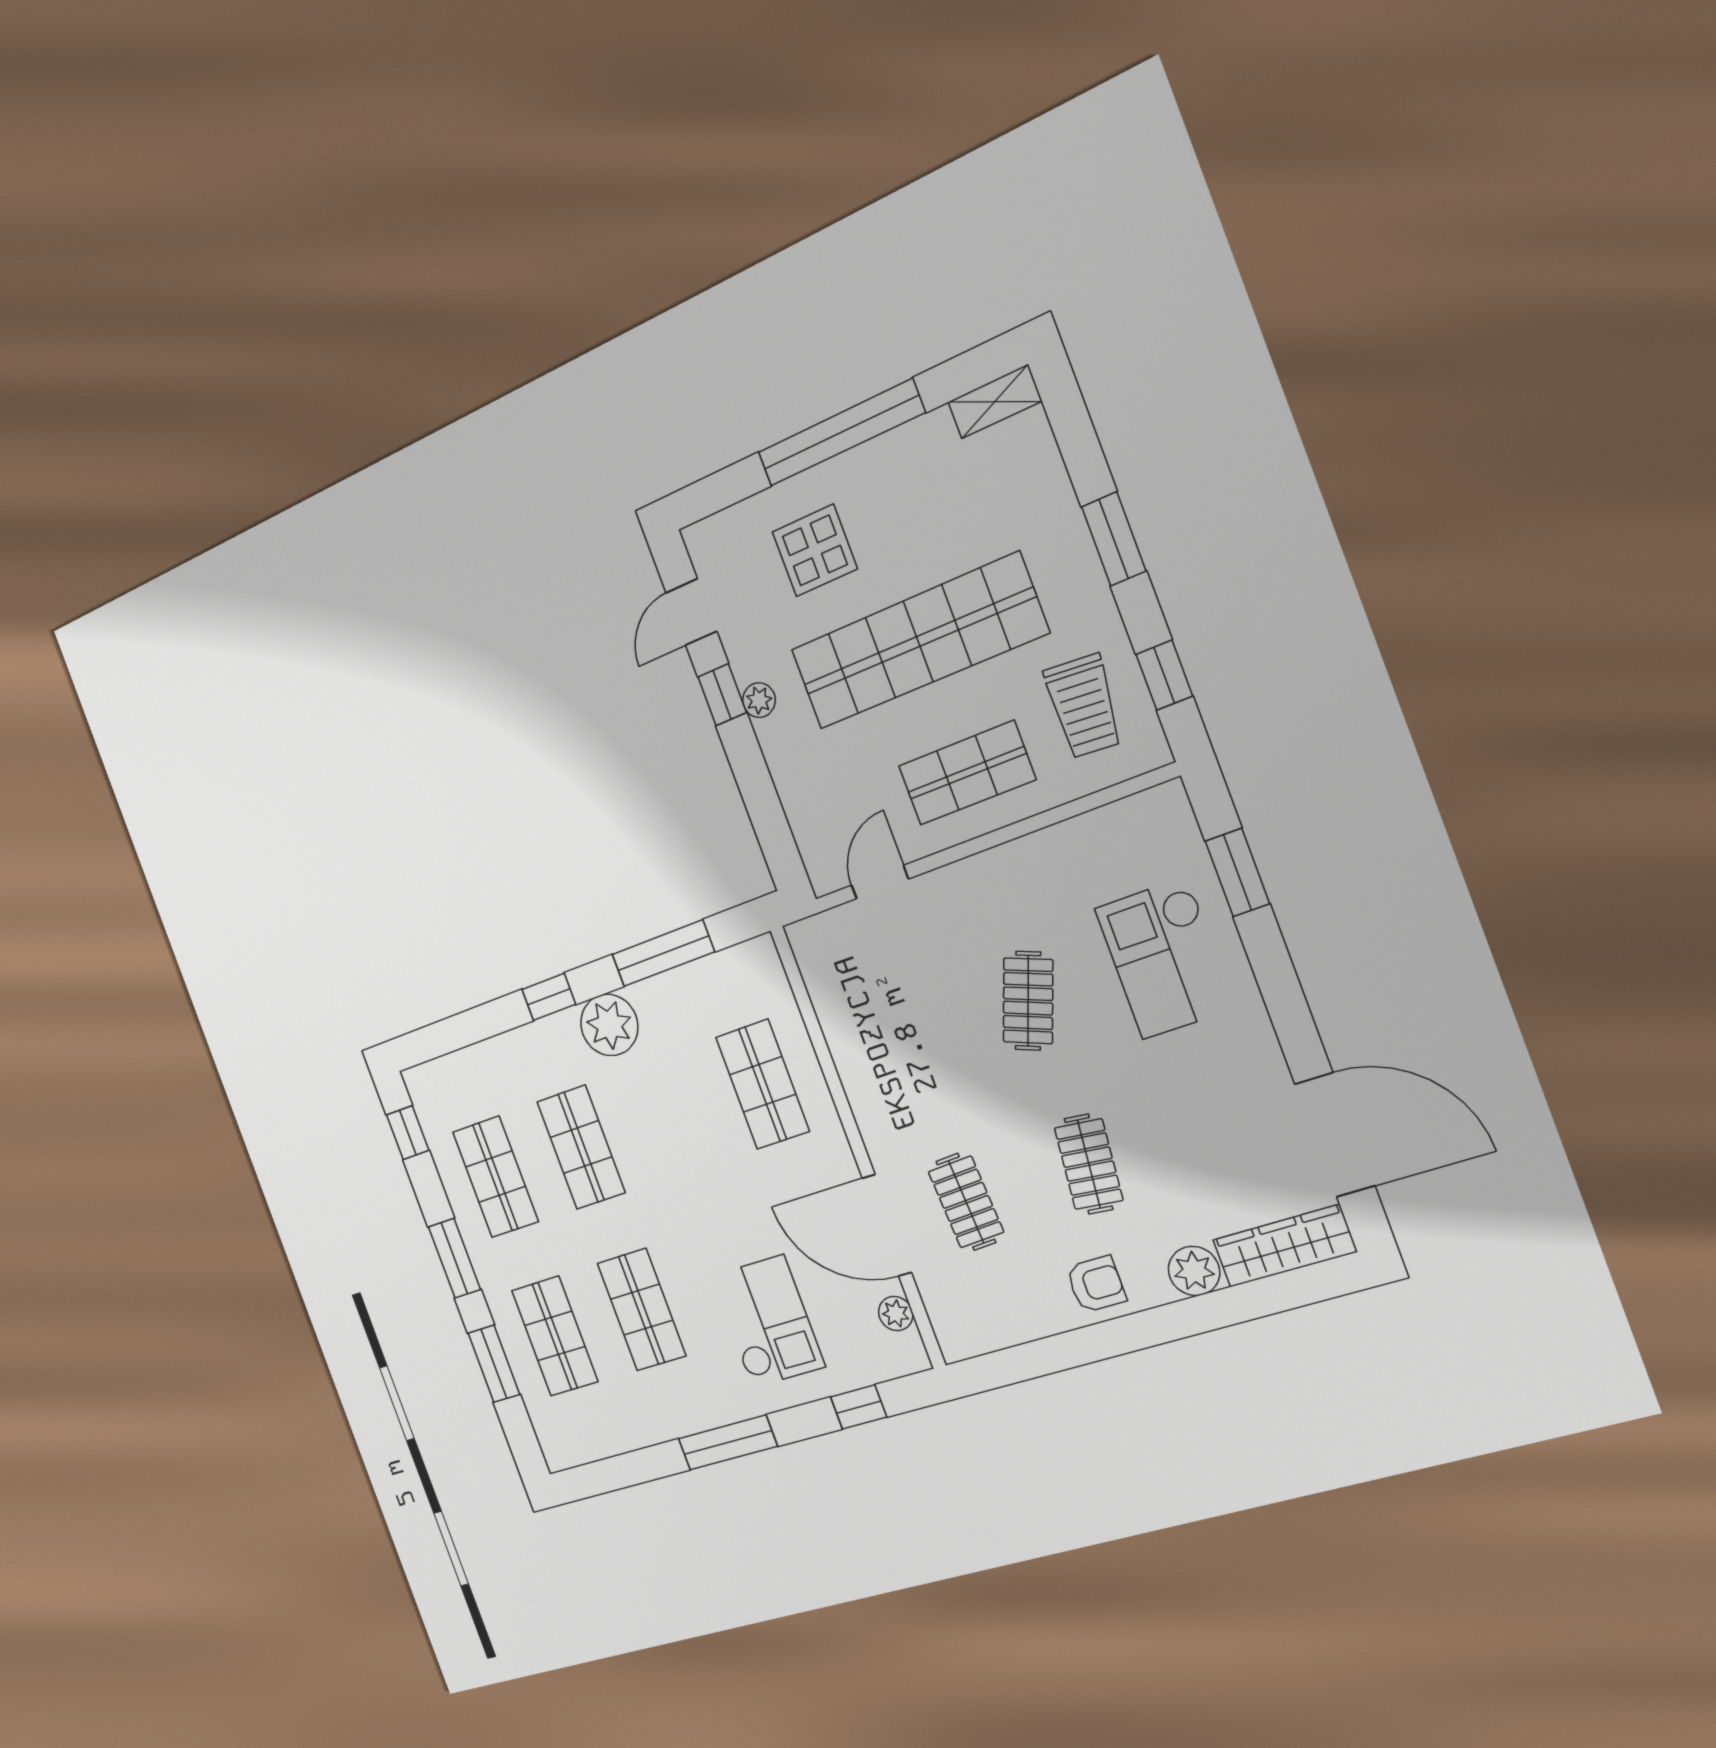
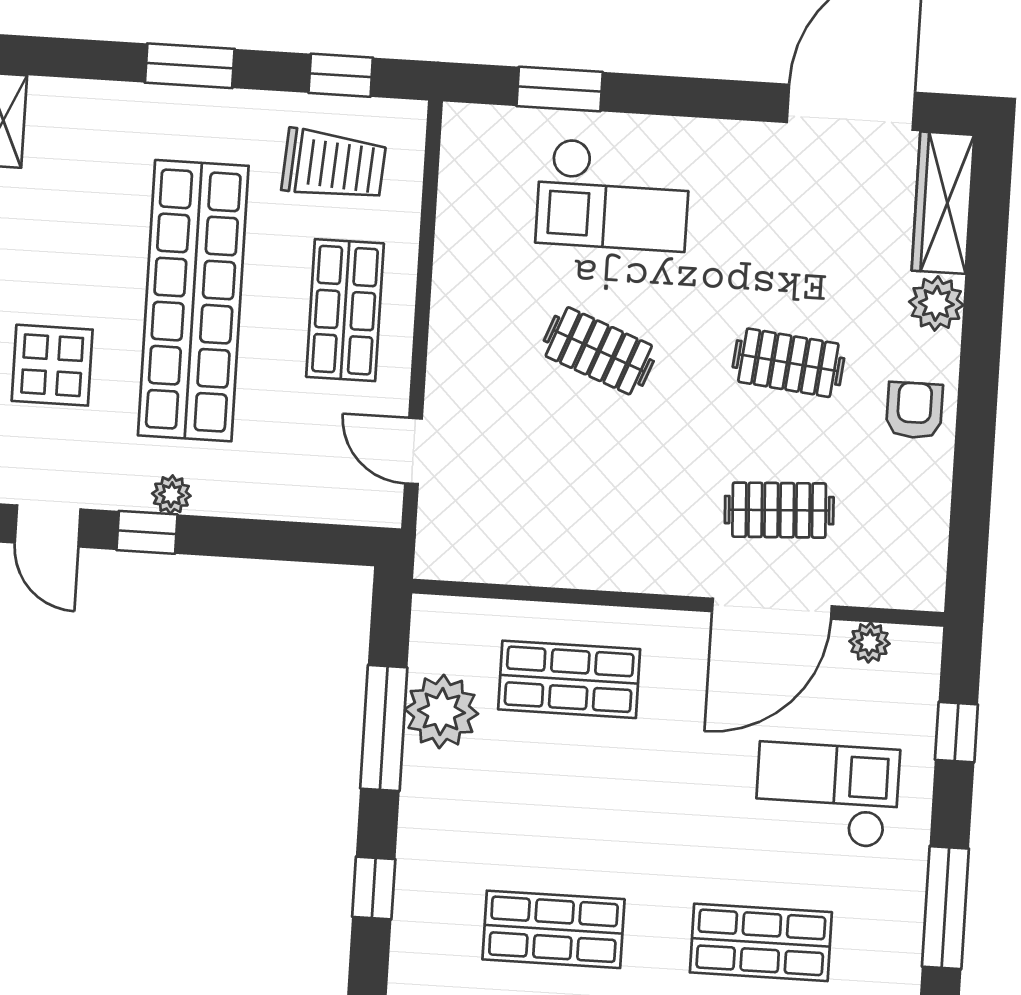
plant: (609, 1025) -> (441, 711), moved

